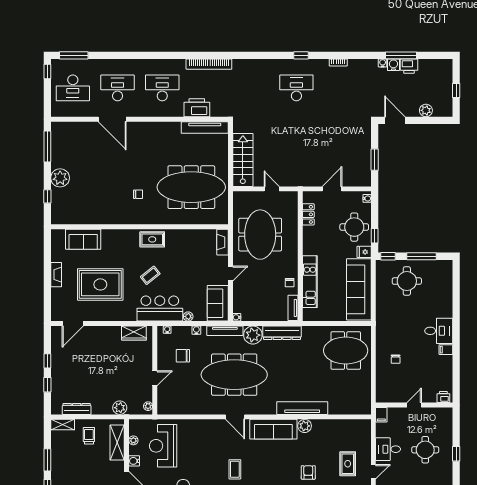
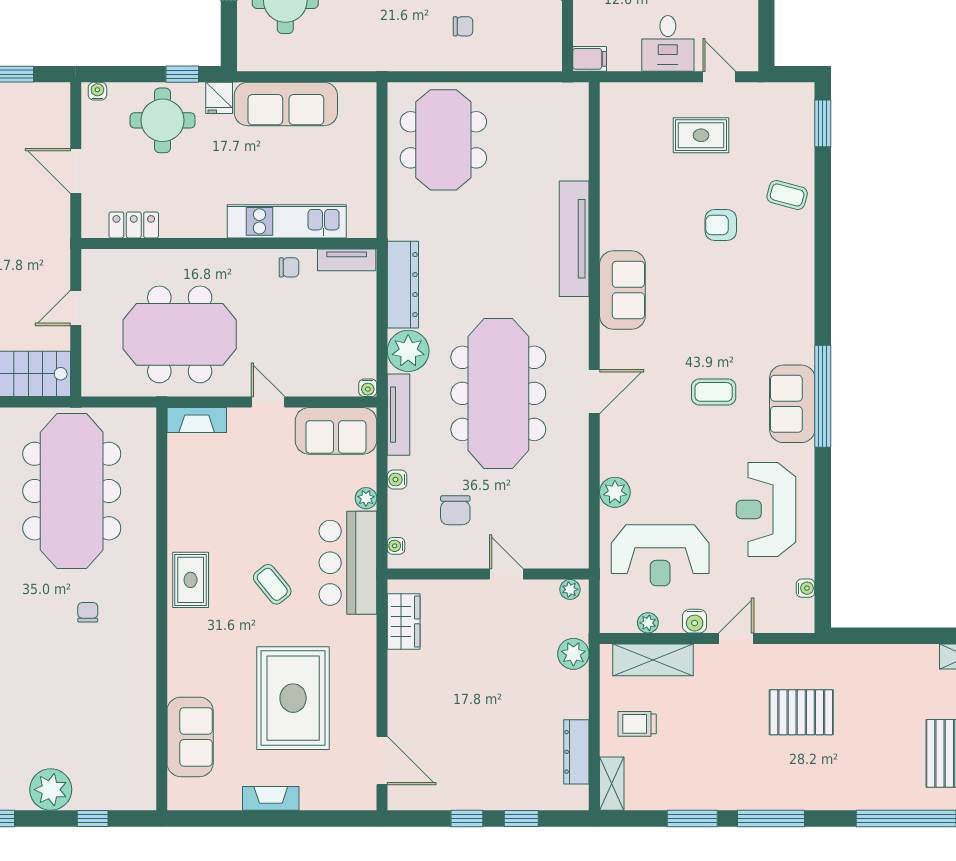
window: (388, 256) -> (229, 43), removed
sofa: (359, 289) -> (286, 104), width x0.74, depth x0.79
plant: (305, 426) -> (615, 492), moved
sofa: (273, 429) -> (622, 290), width x0.73

